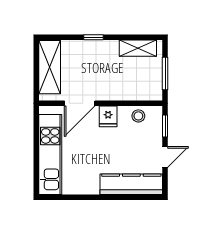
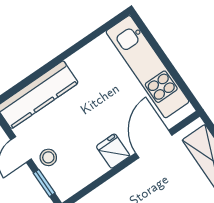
stool: (138, 116) -> (48, 157), moved

